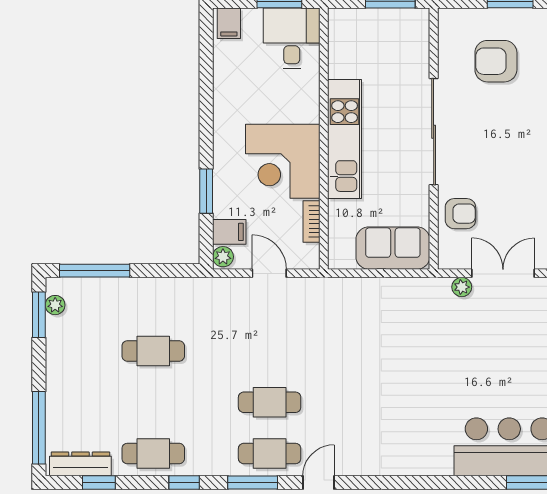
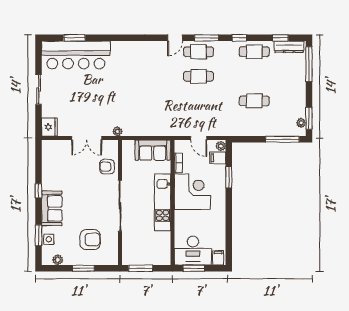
desk: (292, 38) -> (193, 251), width x1.37
sofa: (393, 248) -> (153, 150), moved
plant: (462, 287) -> (117, 131), moved

